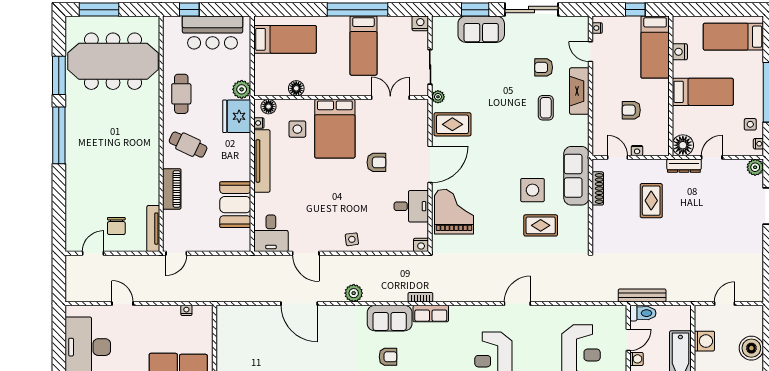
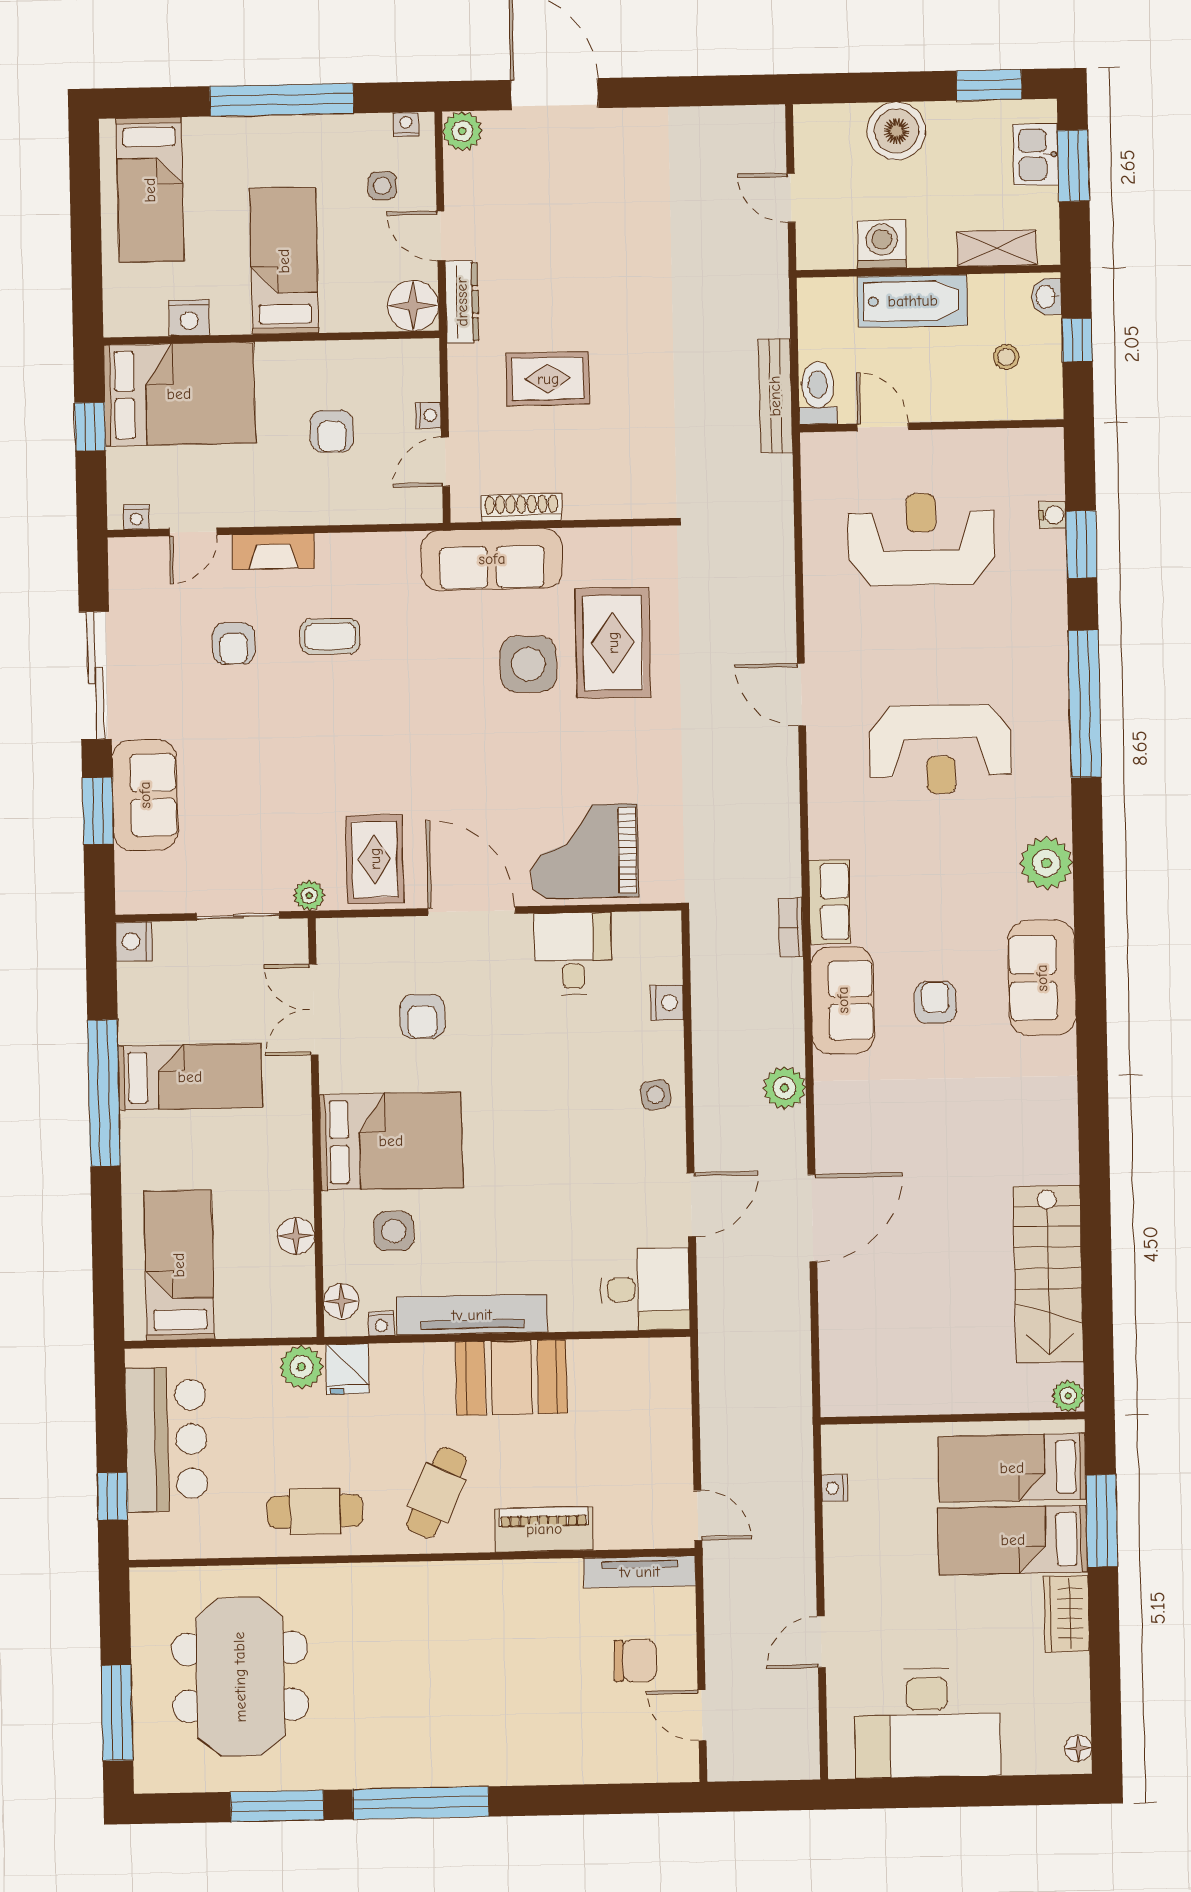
bed: (655, 47) -> (179, 394), width x1.50
meeting table: (113, 61) -> (240, 1677), width x0.73
fireplace: (579, 91) -> (273, 551), width x0.73, depth x0.76
fridge: (237, 116) -> (347, 1369), width x0.53, depth x0.75
side table: (750, 124) -> (382, 186), moved
armchair: (376, 162) -> (422, 1017), moved, turned 180
booth: (235, 205) -> (511, 1378), moved
rug: (541, 225) -> (613, 643), width x1.36, depth x1.43
nightstand: (421, 245) -> (667, 1003), moved
washing machine: (636, 359) -> (928, 406), removed

